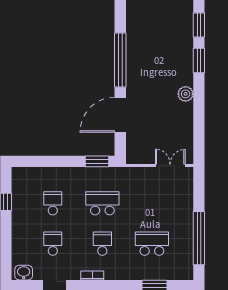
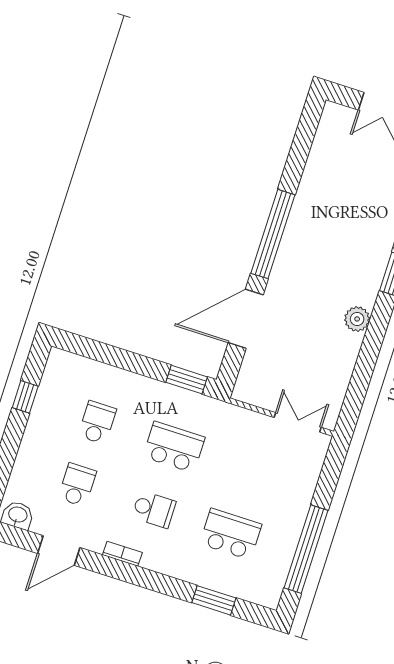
school desk: (102, 244) -> (154, 509), turned 90

